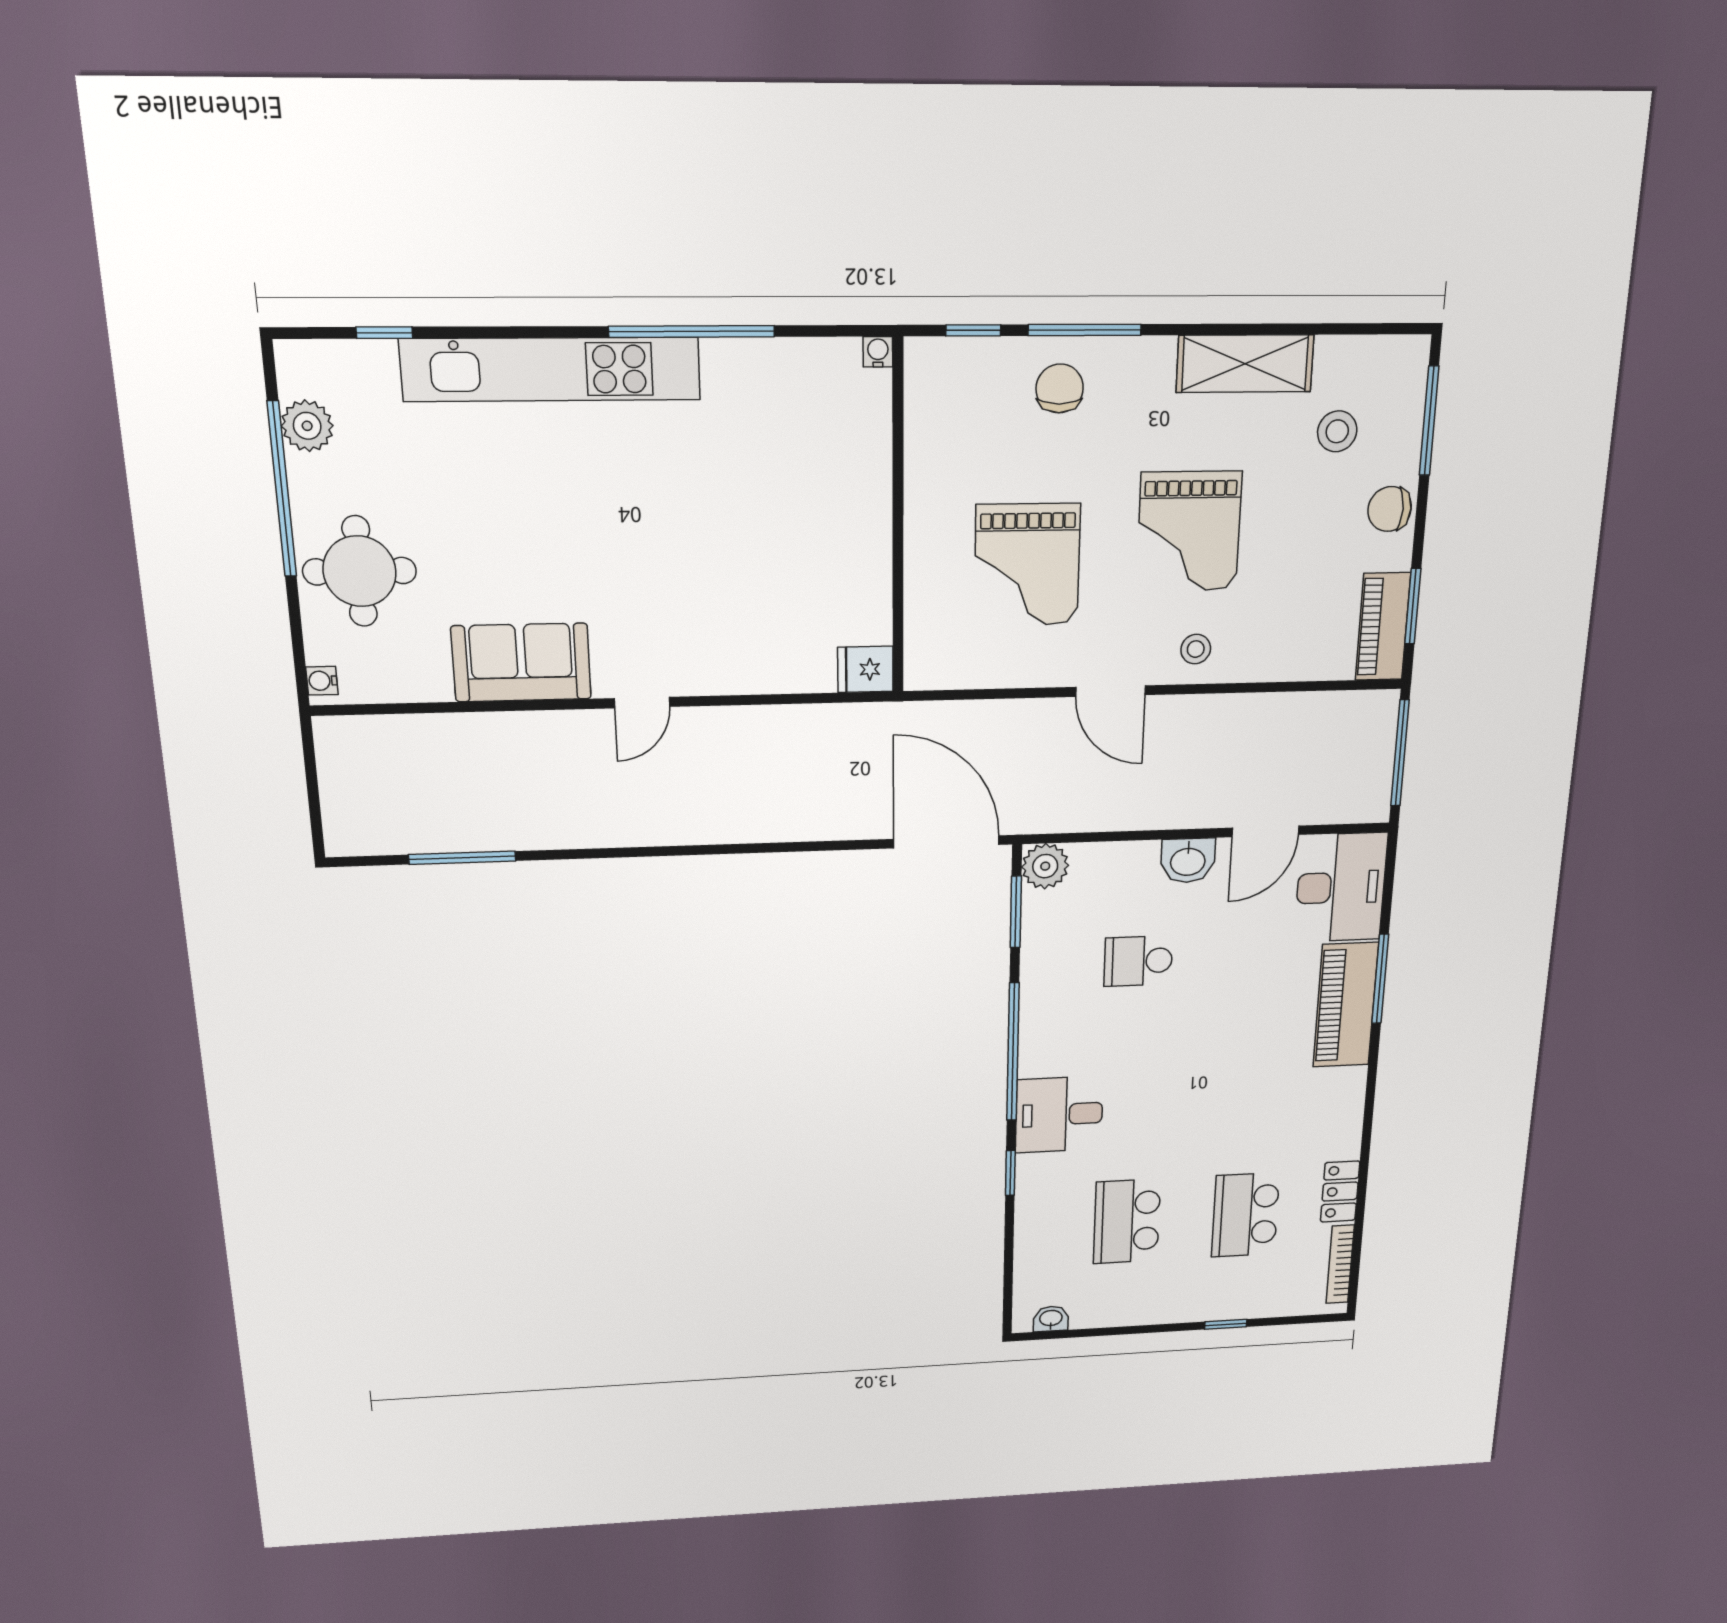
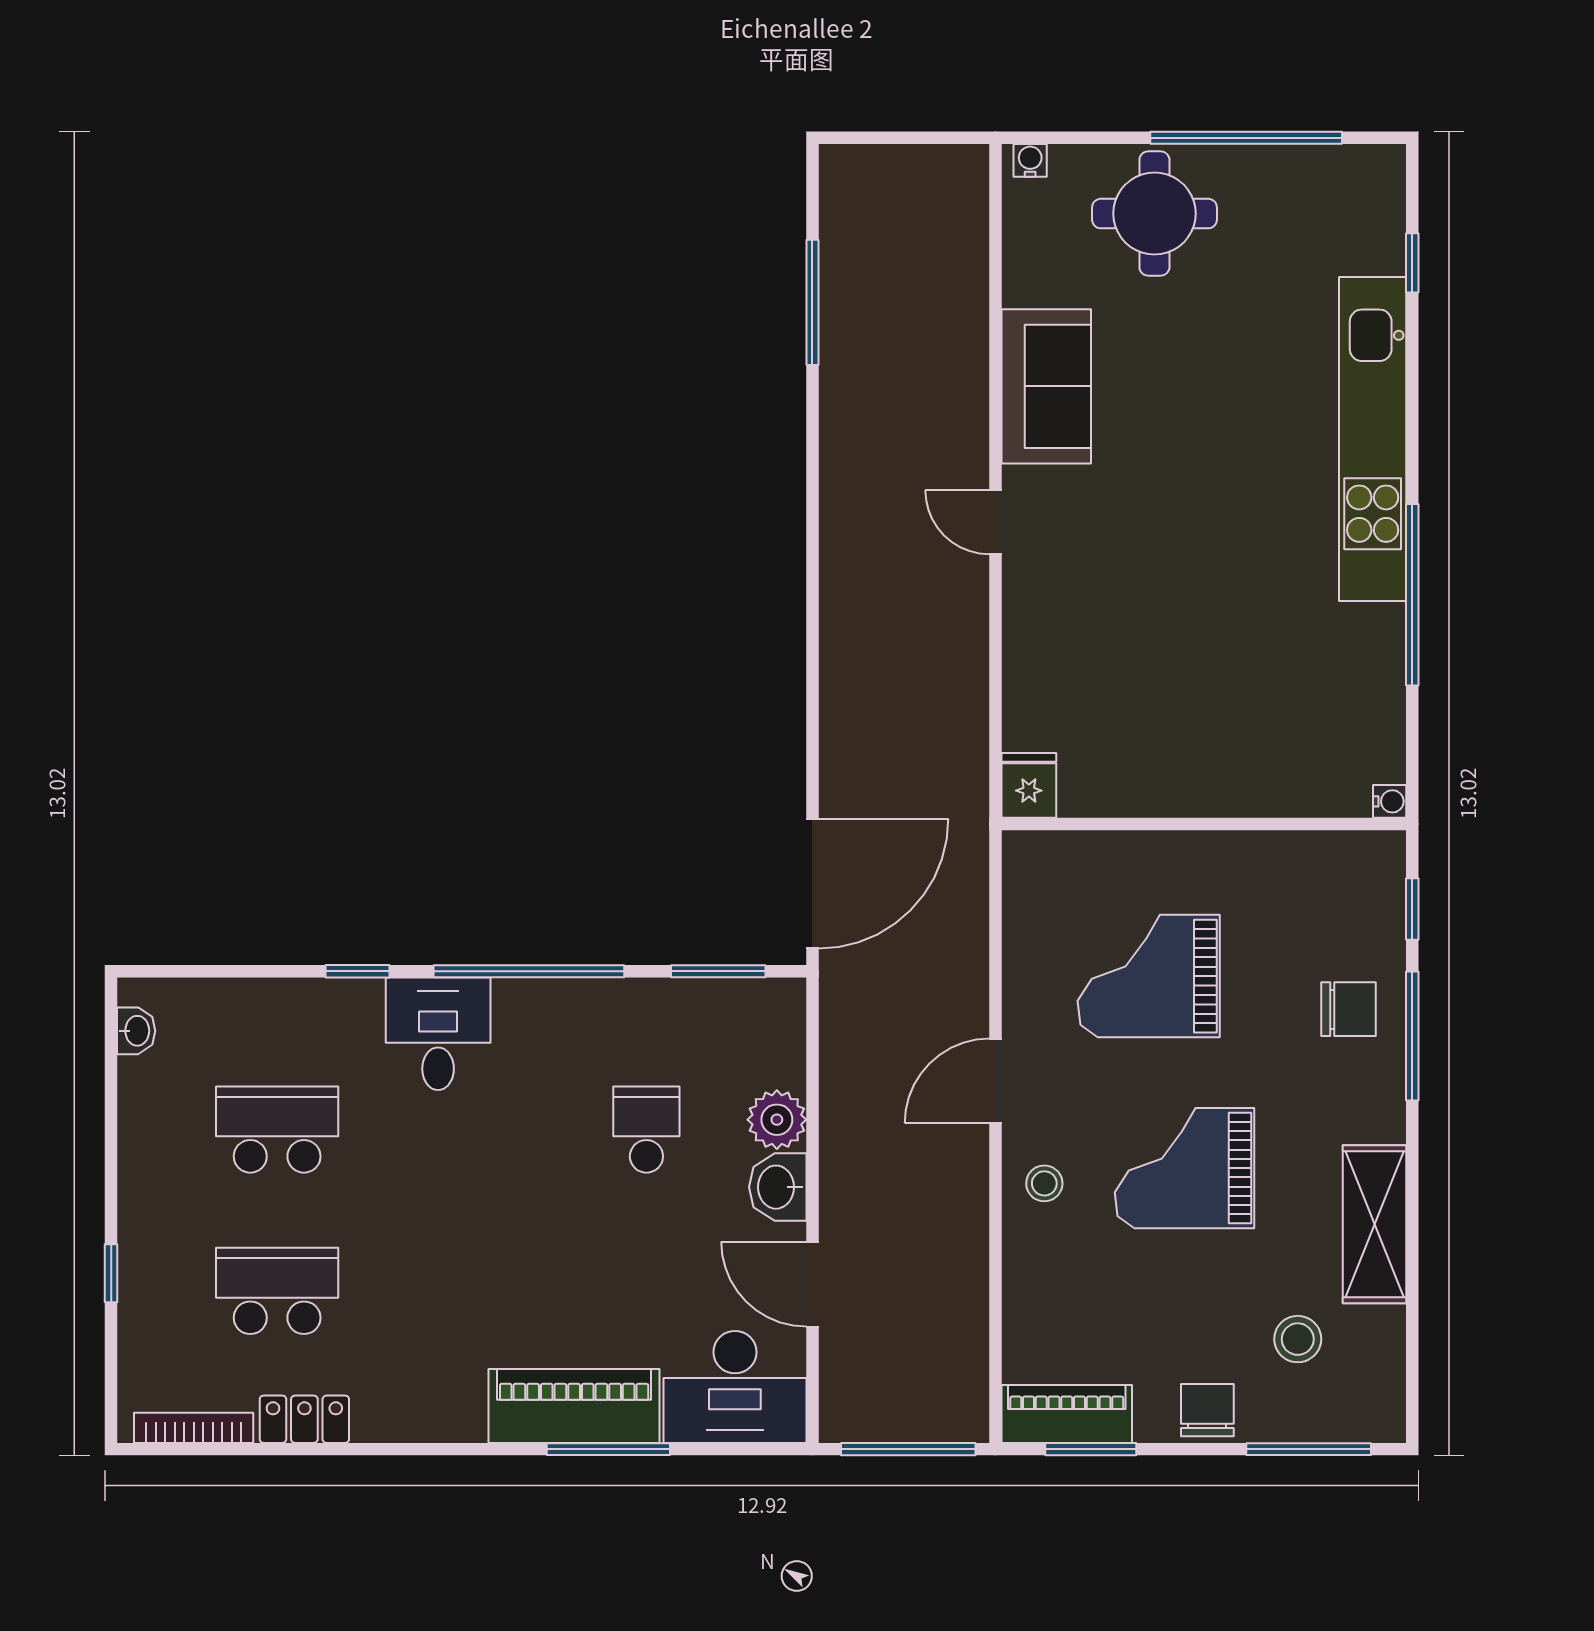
plant: (307, 426) -> (1314, 172), removed
plant: (1045, 866) -> (777, 1120), moved

